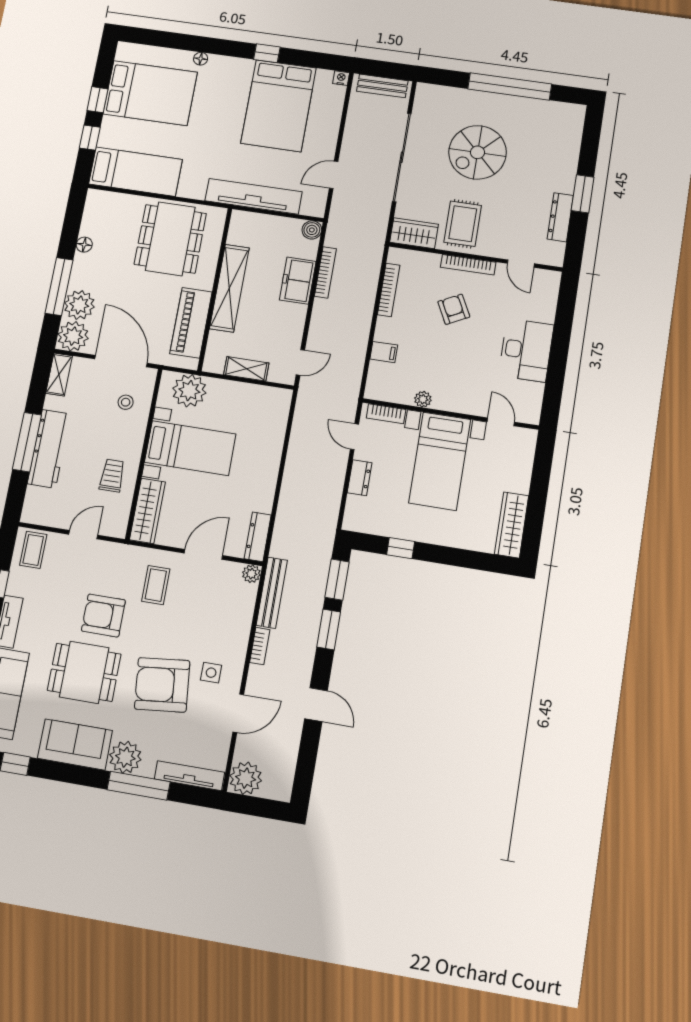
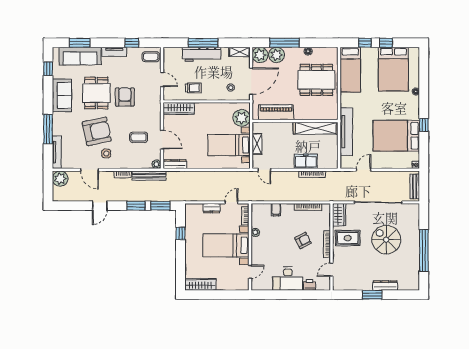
door: (334, 175) -> (364, 170), hinge flipped
dresser: (560, 217) -> (385, 286), moved
boiler: (312, 230) -> (333, 164), removed
dining table: (170, 239) -> (316, 80), moved
shelving: (229, 288) -> (316, 128), moved
printer: (545, 310) -> (310, 285), added
bed with nightstands: (190, 448) -> (229, 145), moved, turned 90
coffee table: (156, 585) -> (139, 137), moved
armchair: (162, 685) -> (97, 131), turned 84
plant: (125, 757) -> (60, 120), removed

